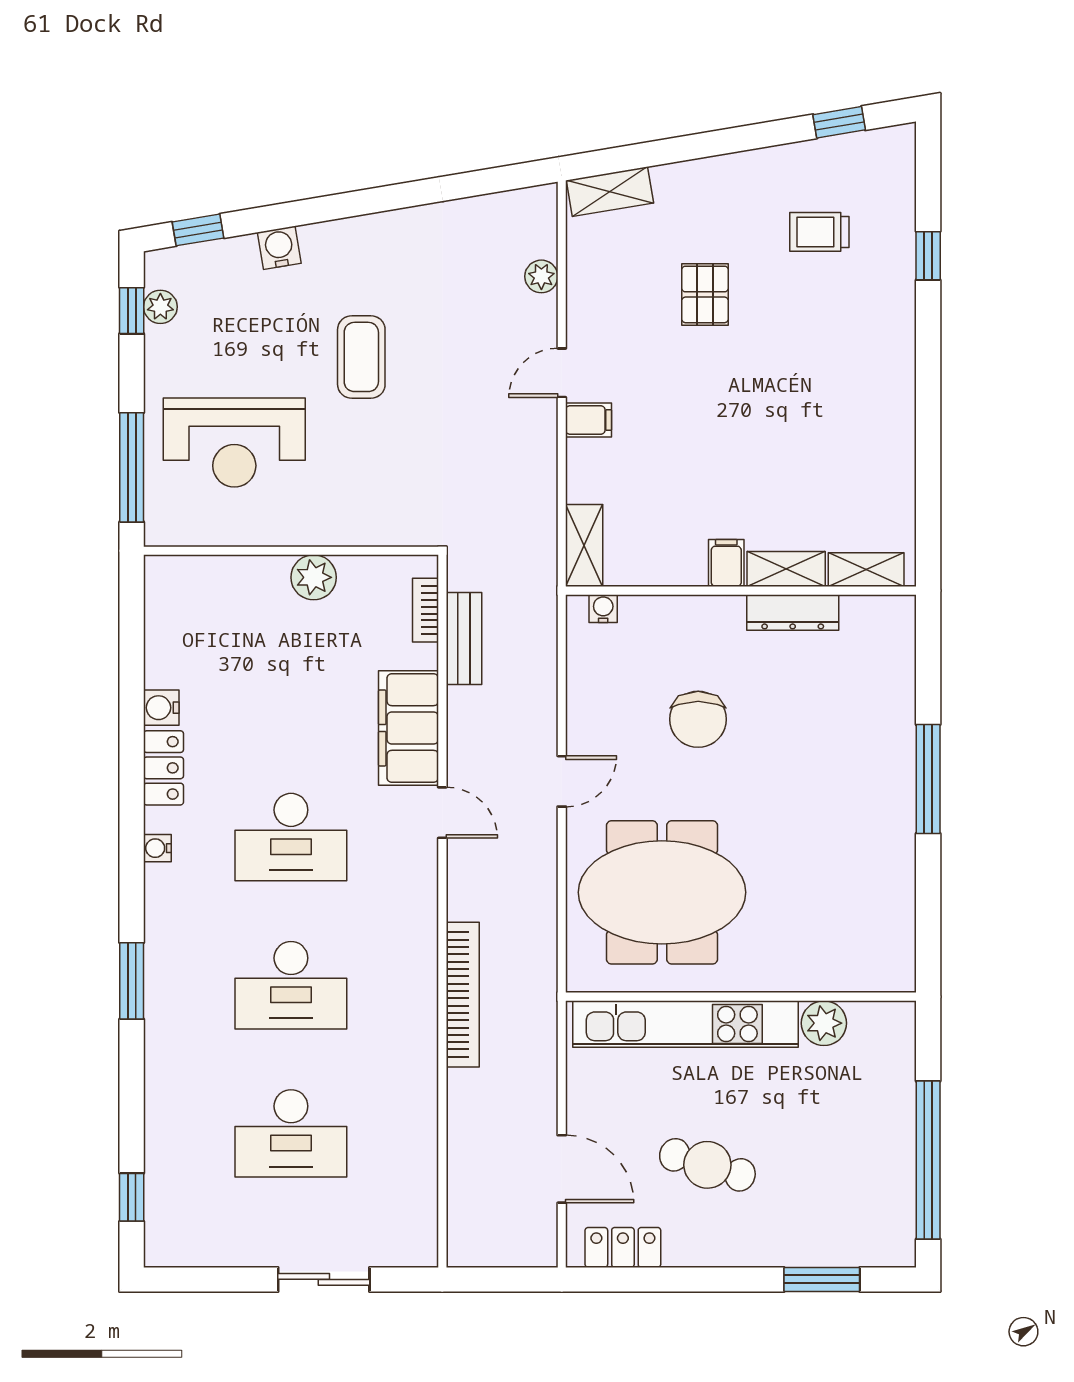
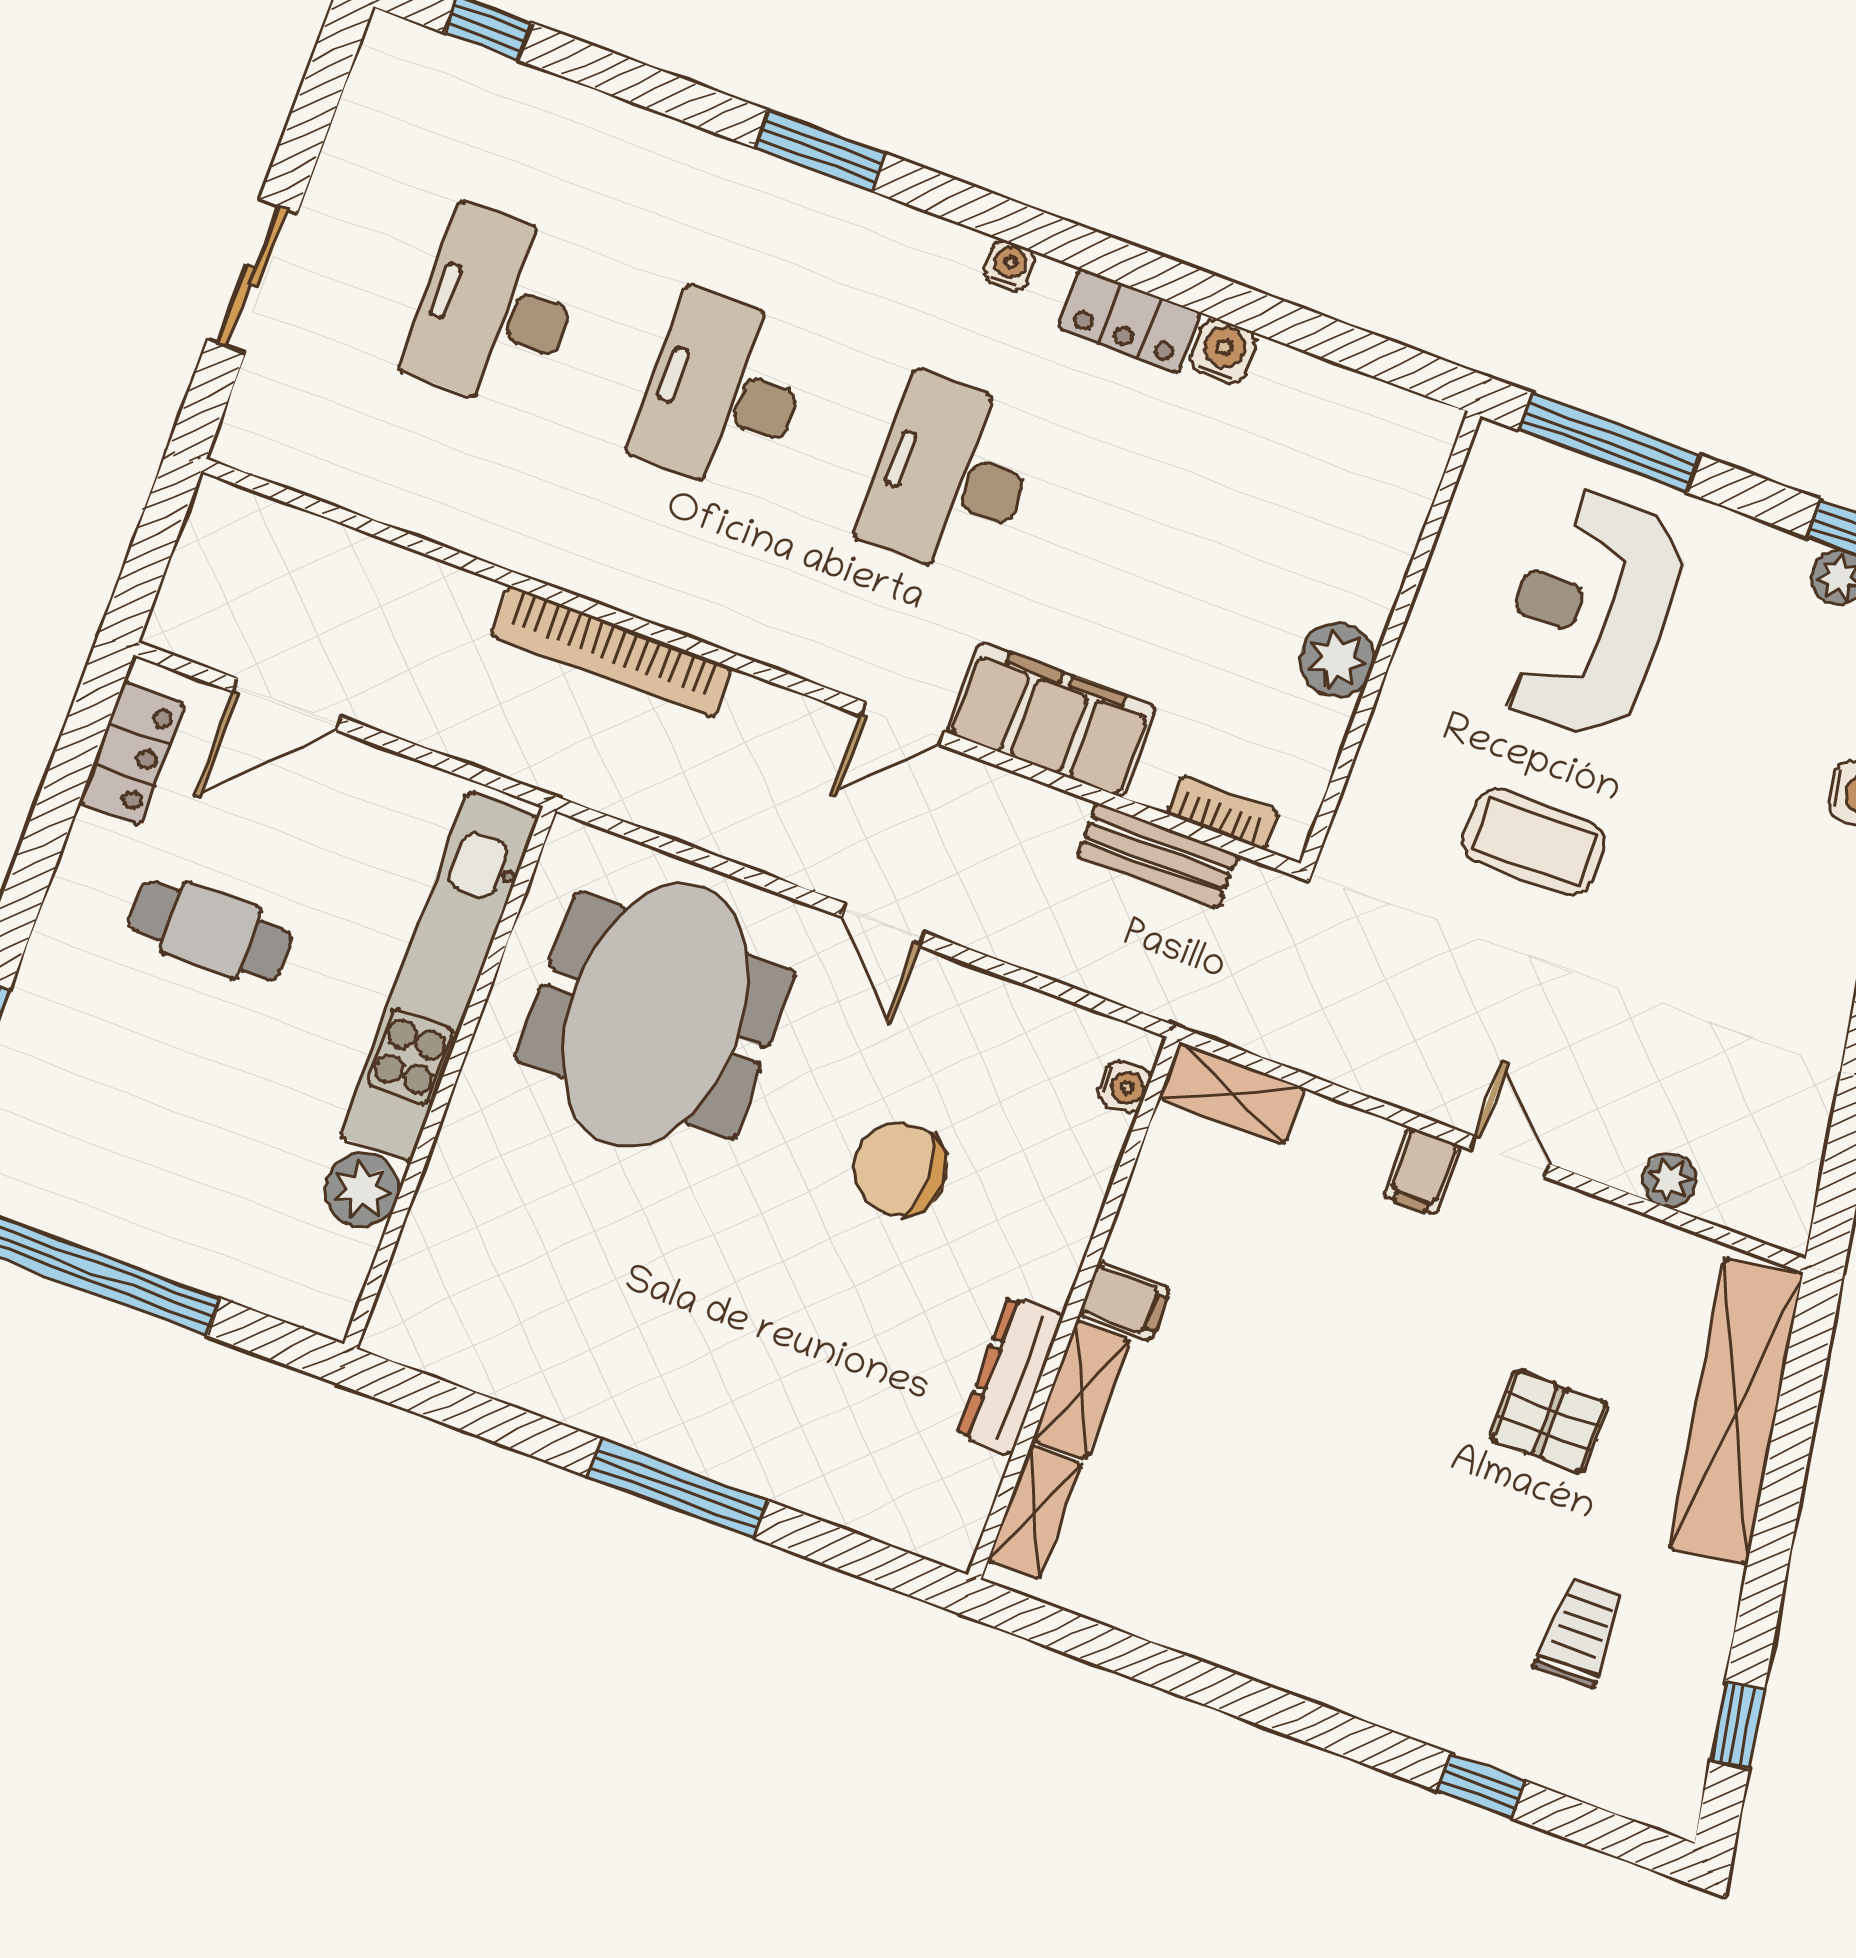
shelving: (610, 192) -> (1736, 1411), width x2.20, depth x1.33
coffee table: (361, 357) -> (1533, 842), moved
cafe table: (707, 1165) -> (211, 930), turned 73

